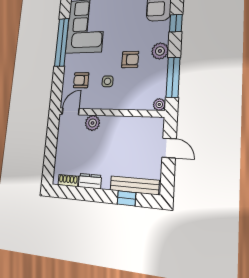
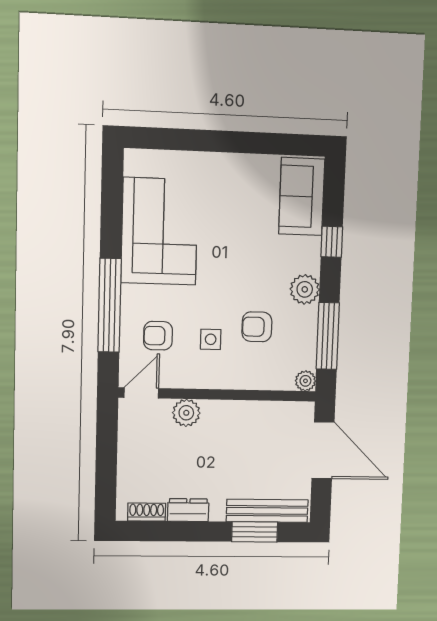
window: (62, 42) -> (110, 305), moved
armchair: (130, 59) -> (257, 327), moved, turned 180
door: (169, 148) -> (323, 450), width x1.87
window: (127, 198) -> (255, 532), width x1.50

